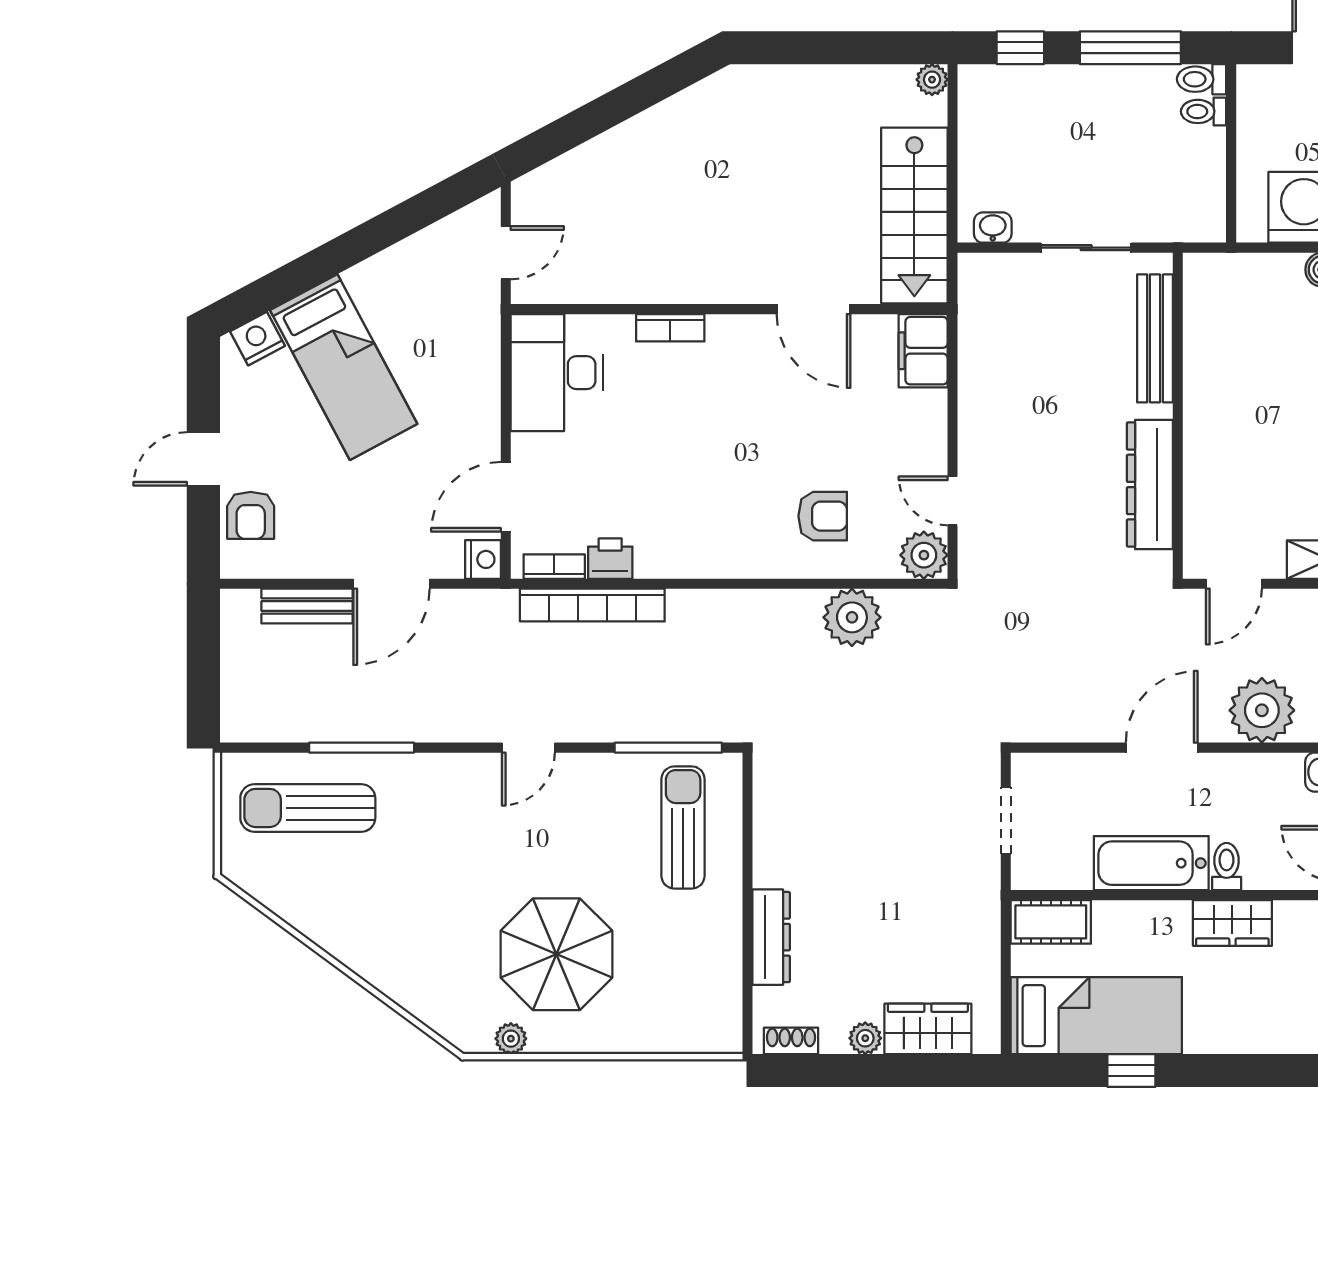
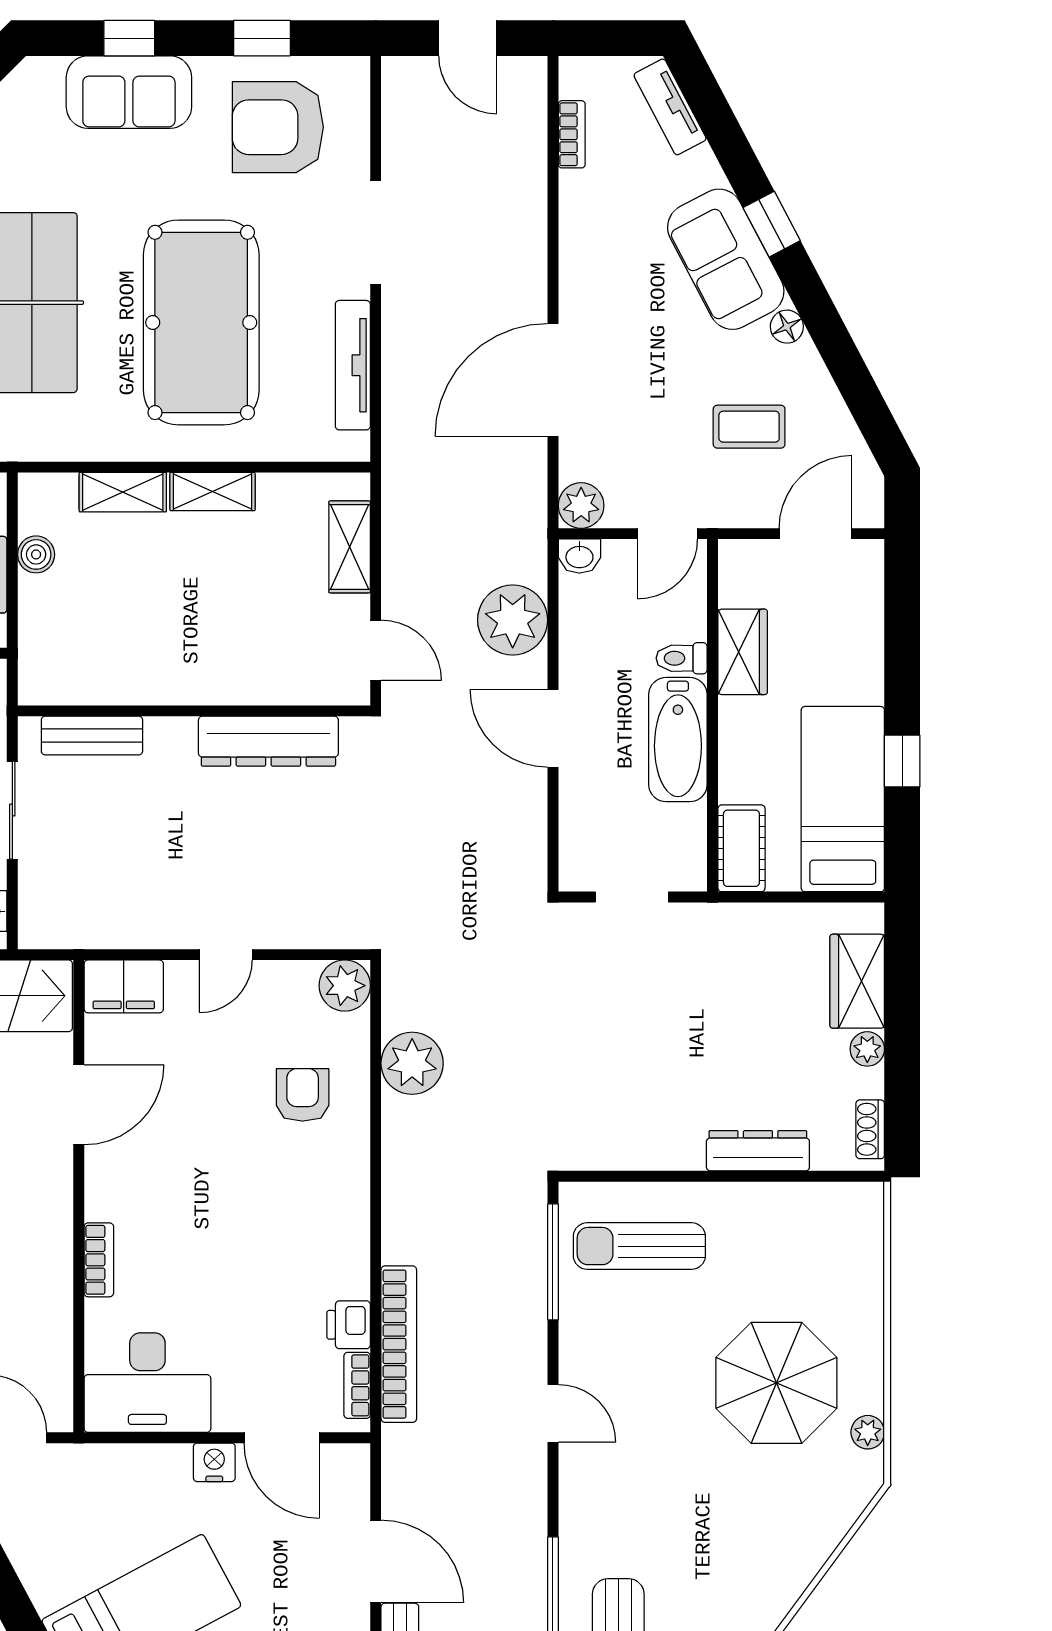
bench: (1155, 338) -> (92, 736), width x0.73
door: (952, 501) -> (226, 955), moved
nightstand: (483, 559) -> (214, 1462), moved

